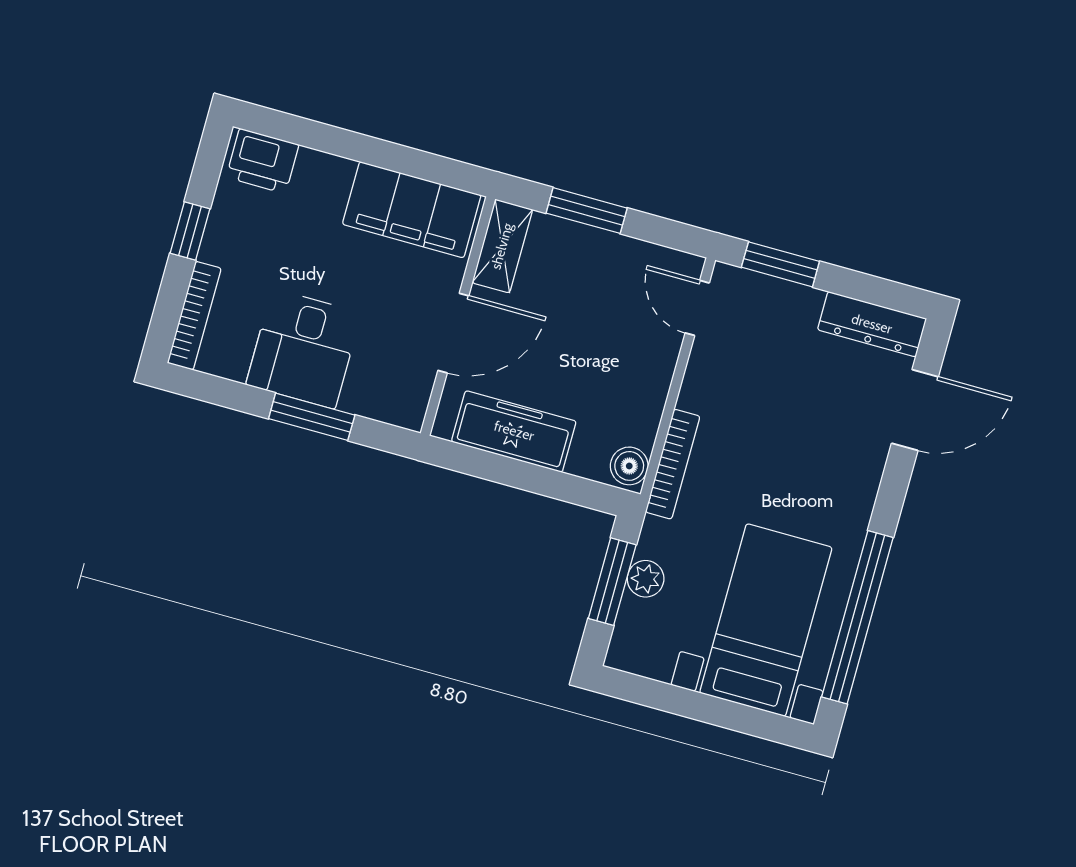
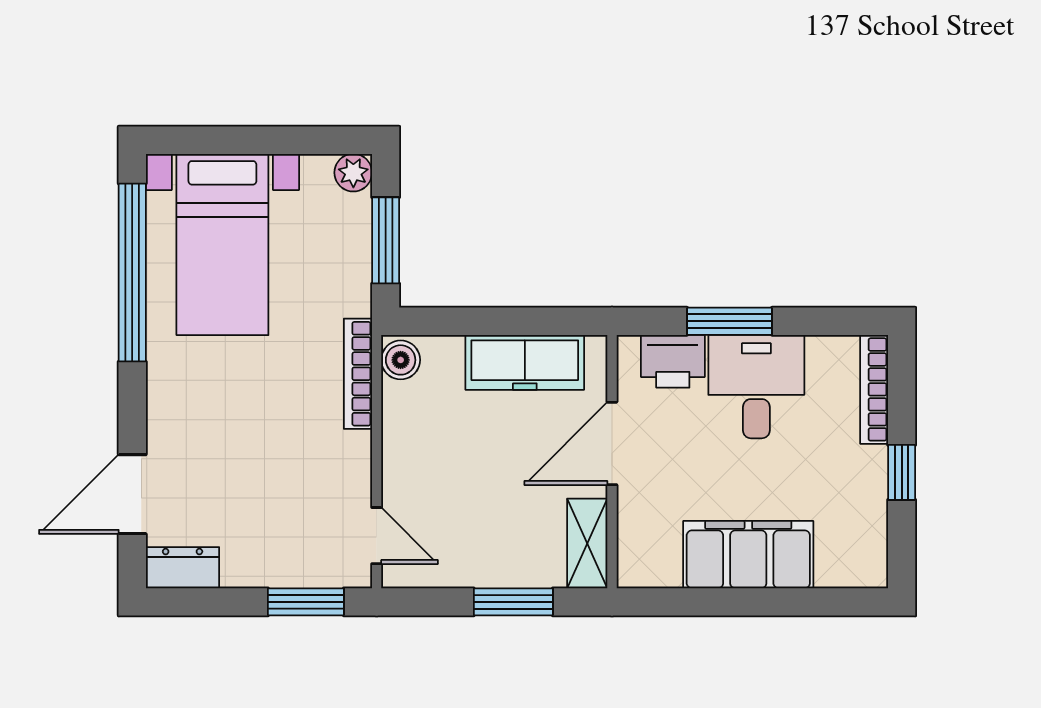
printer: (263, 161) -> (673, 361), moved, turned 180
filing cabinet: (412, 210) -> (748, 555), moved
dresser: (872, 324) -> (183, 568), width x0.70
plant: (646, 579) -> (353, 173), moved

